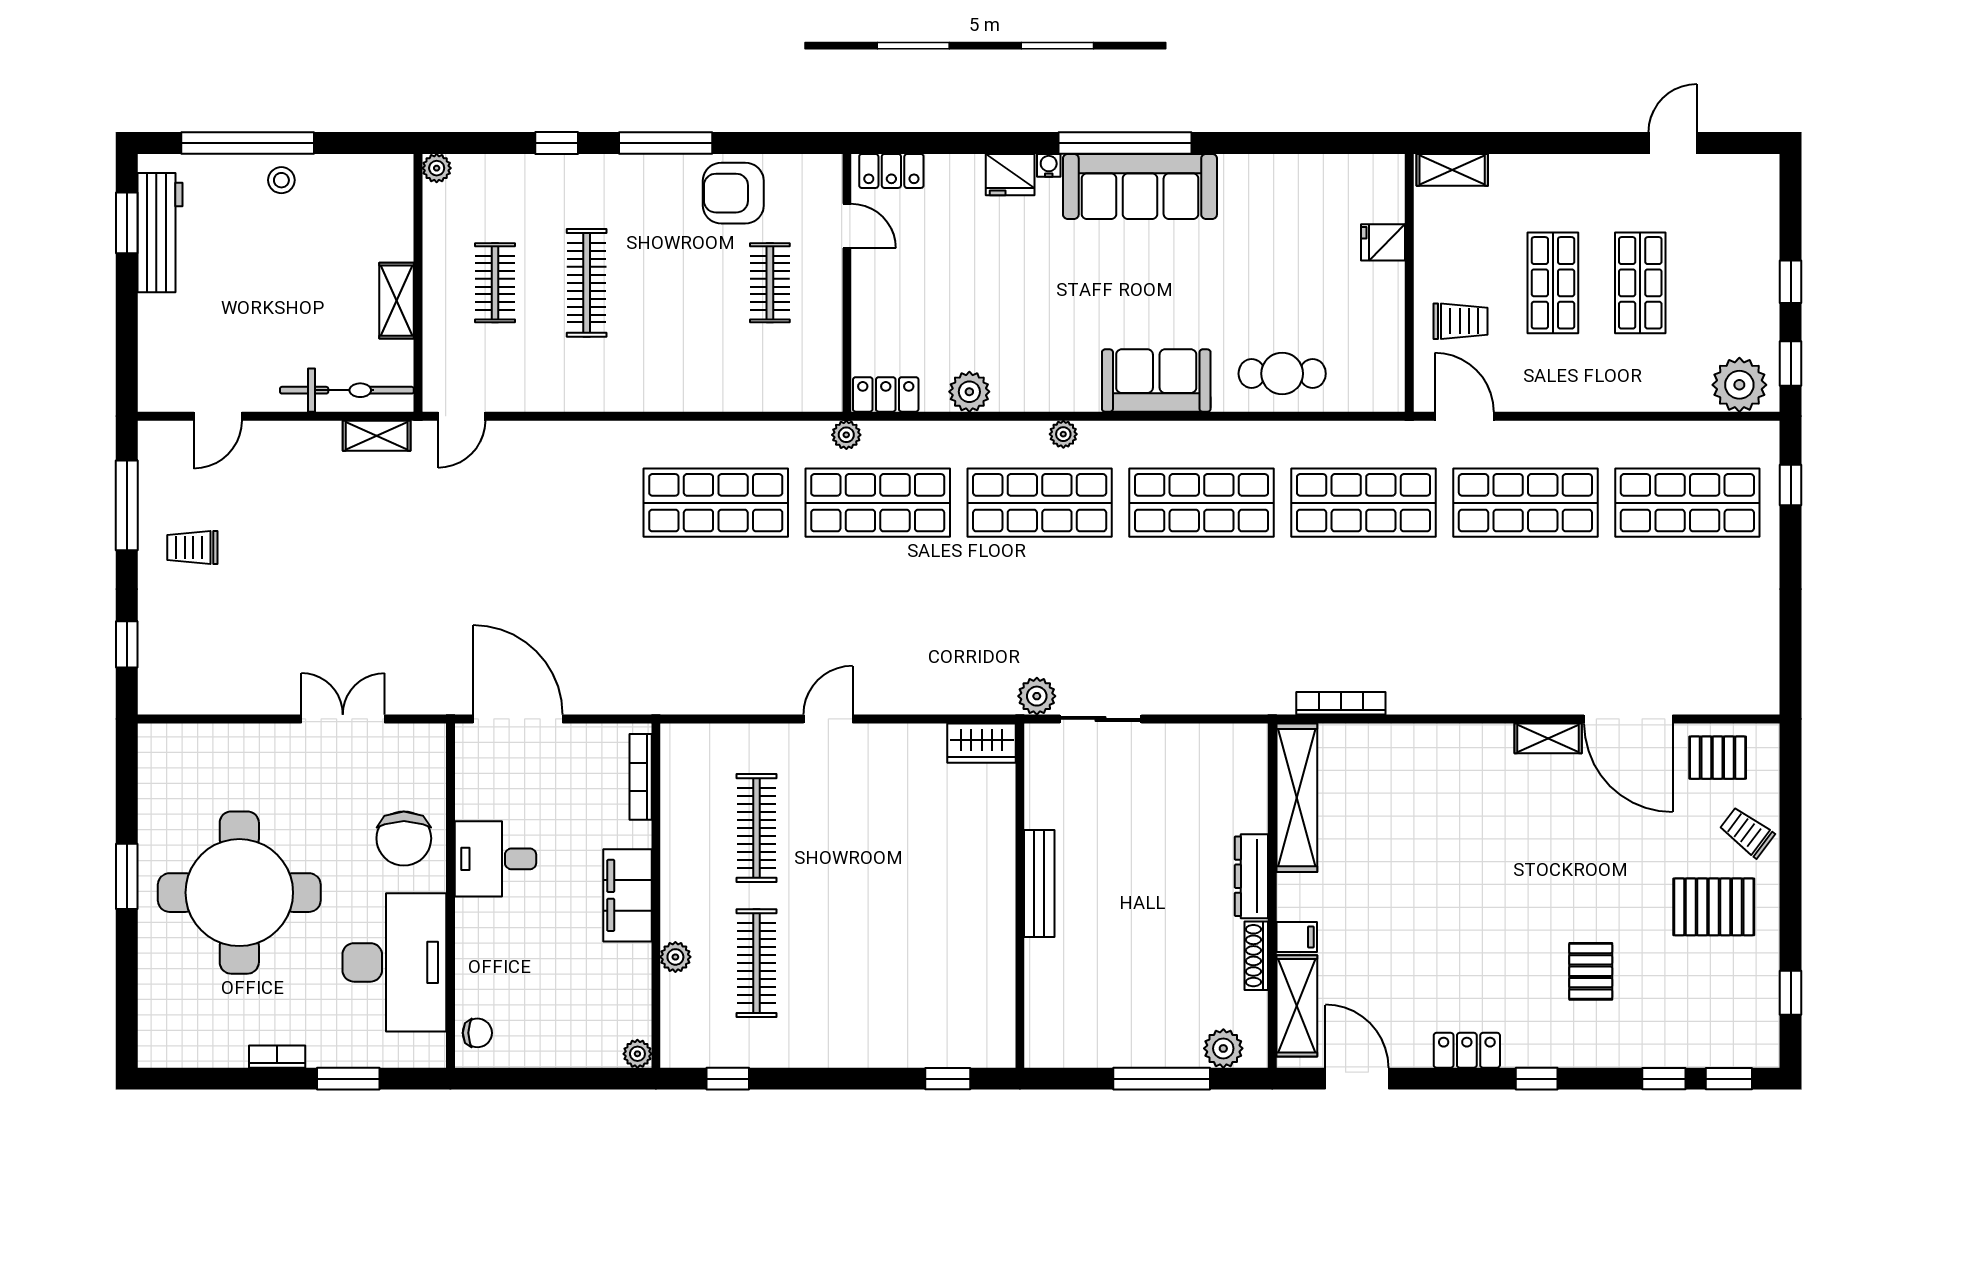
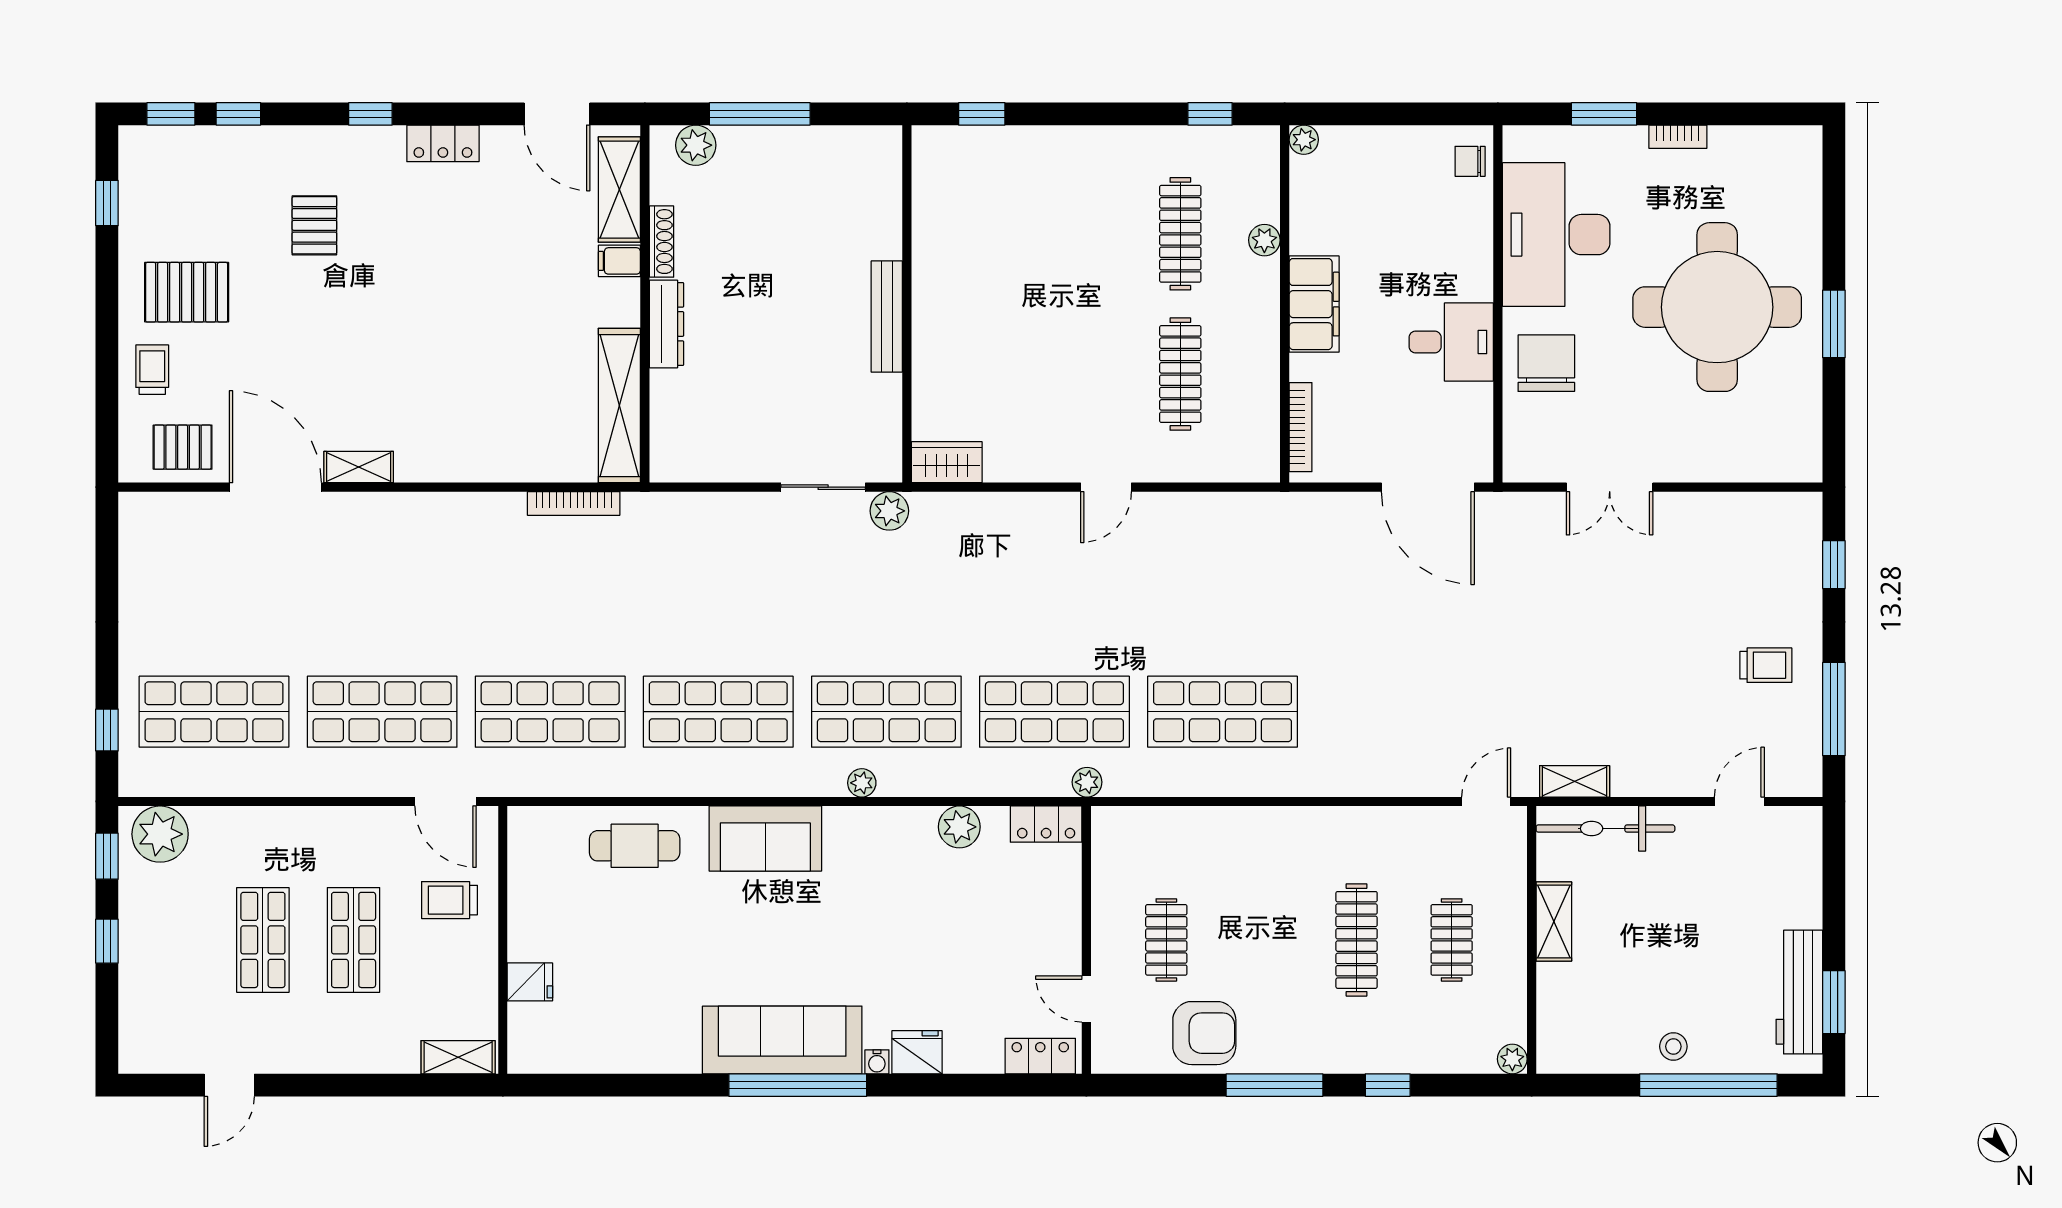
trolley: (1747, 832) -> (152, 370), turned -127

